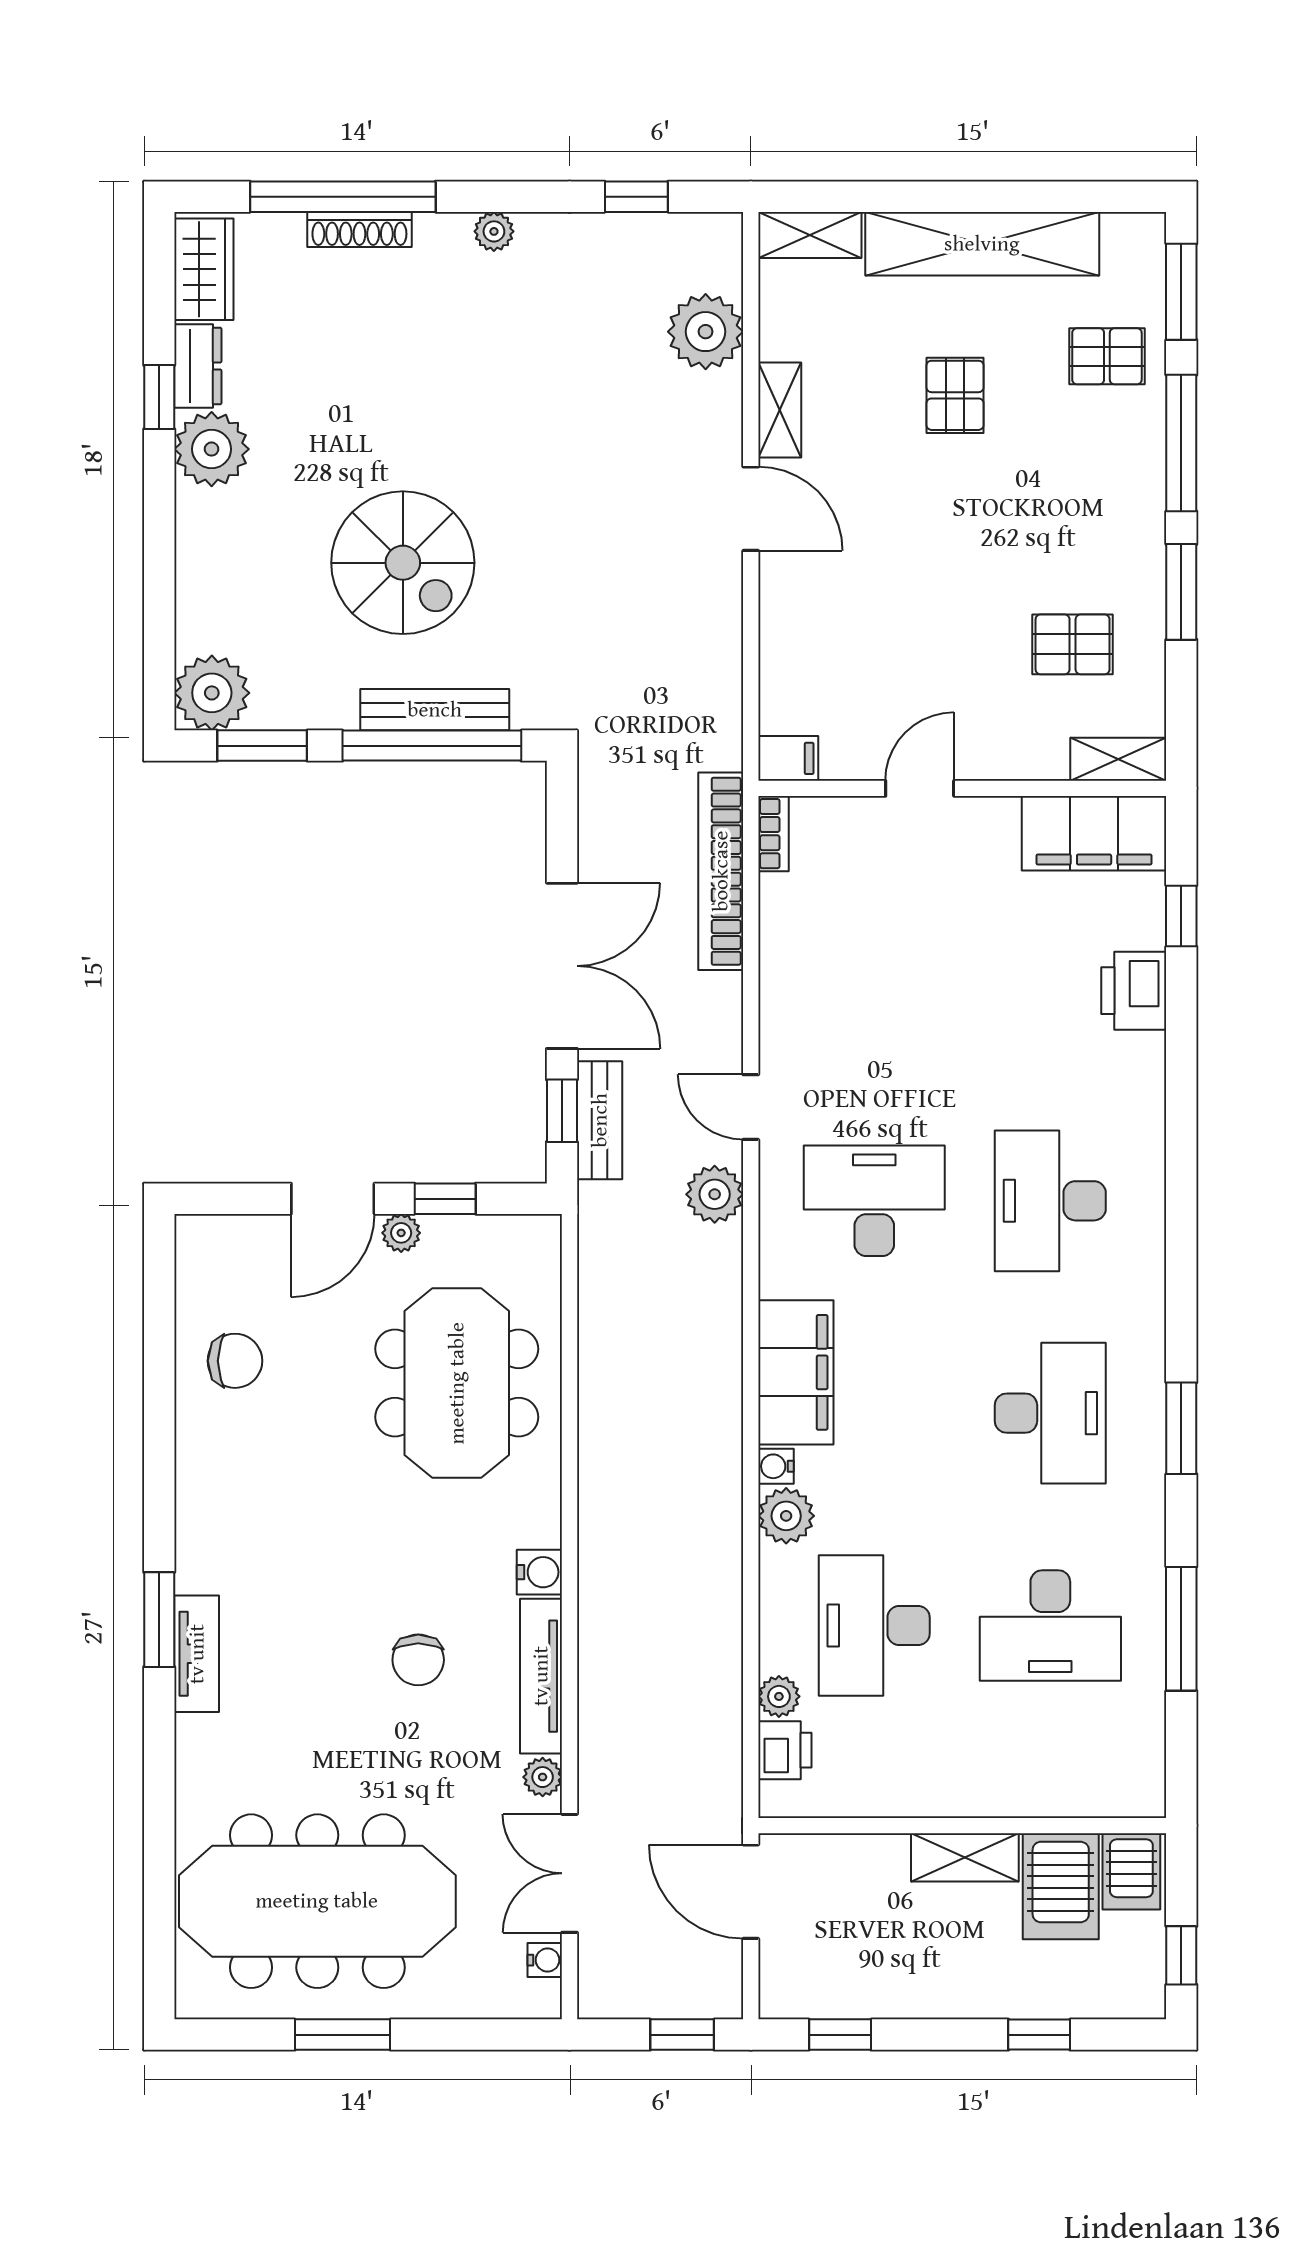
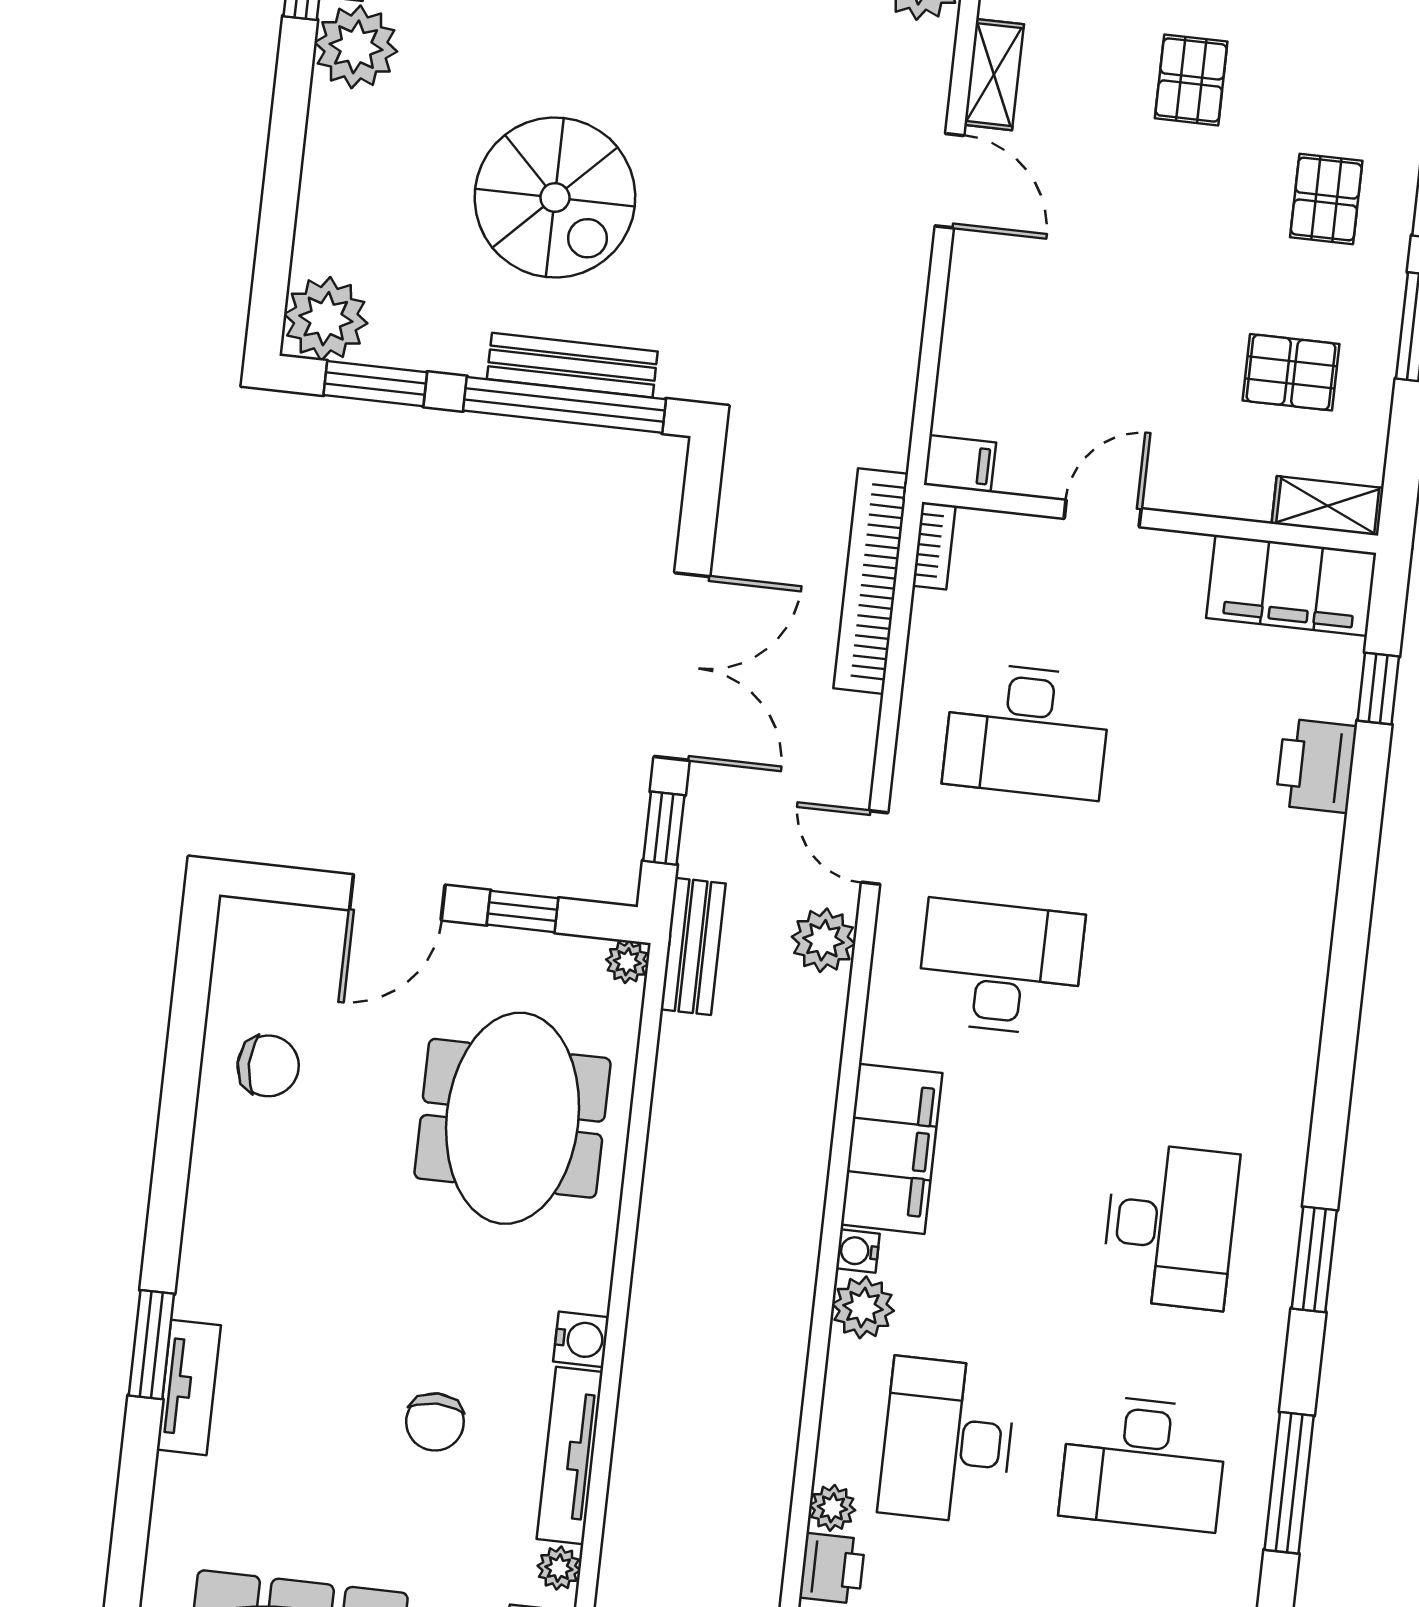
pallet: (1107, 356) -> (1326, 199), moved, turned 90
bench: (600, 1120) -> (693, 946), moved
desk: (1050, 1201) -> (1027, 731), moved, turned -90
plant: (401, 1233) -> (627, 962), moved

